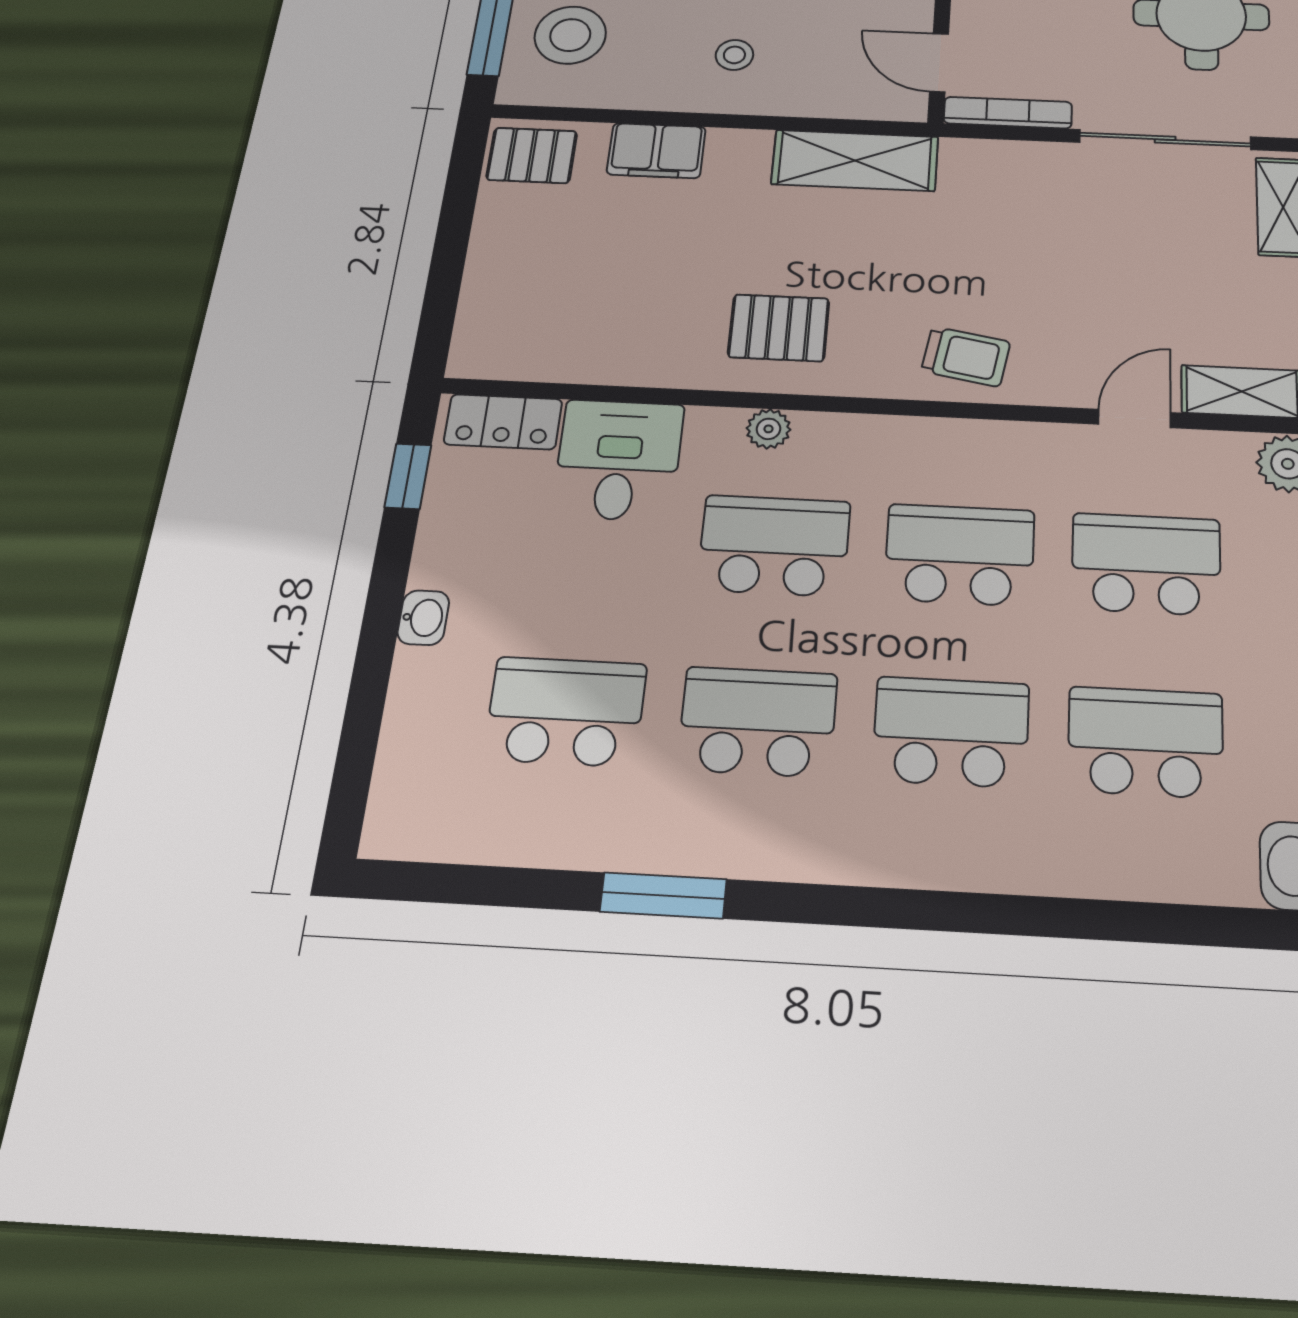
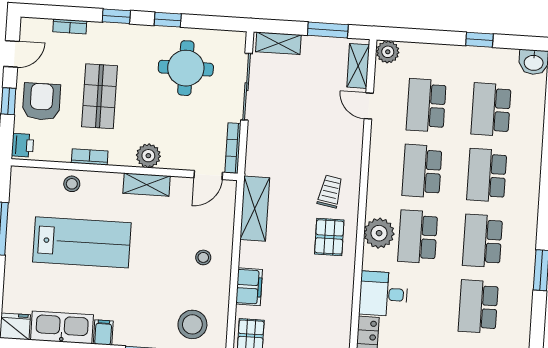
trolley: (966, 357) -> (330, 192), moved
plant: (768, 429) -> (379, 233), width x1.88, depth x1.88

